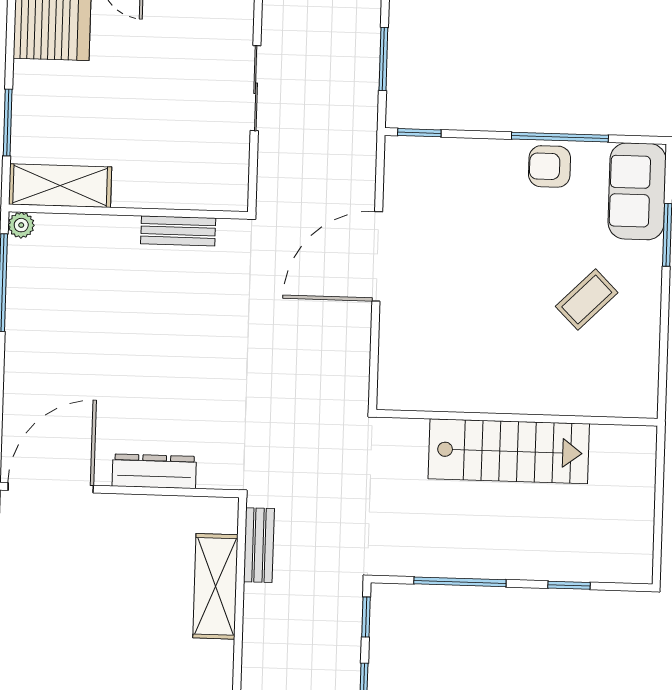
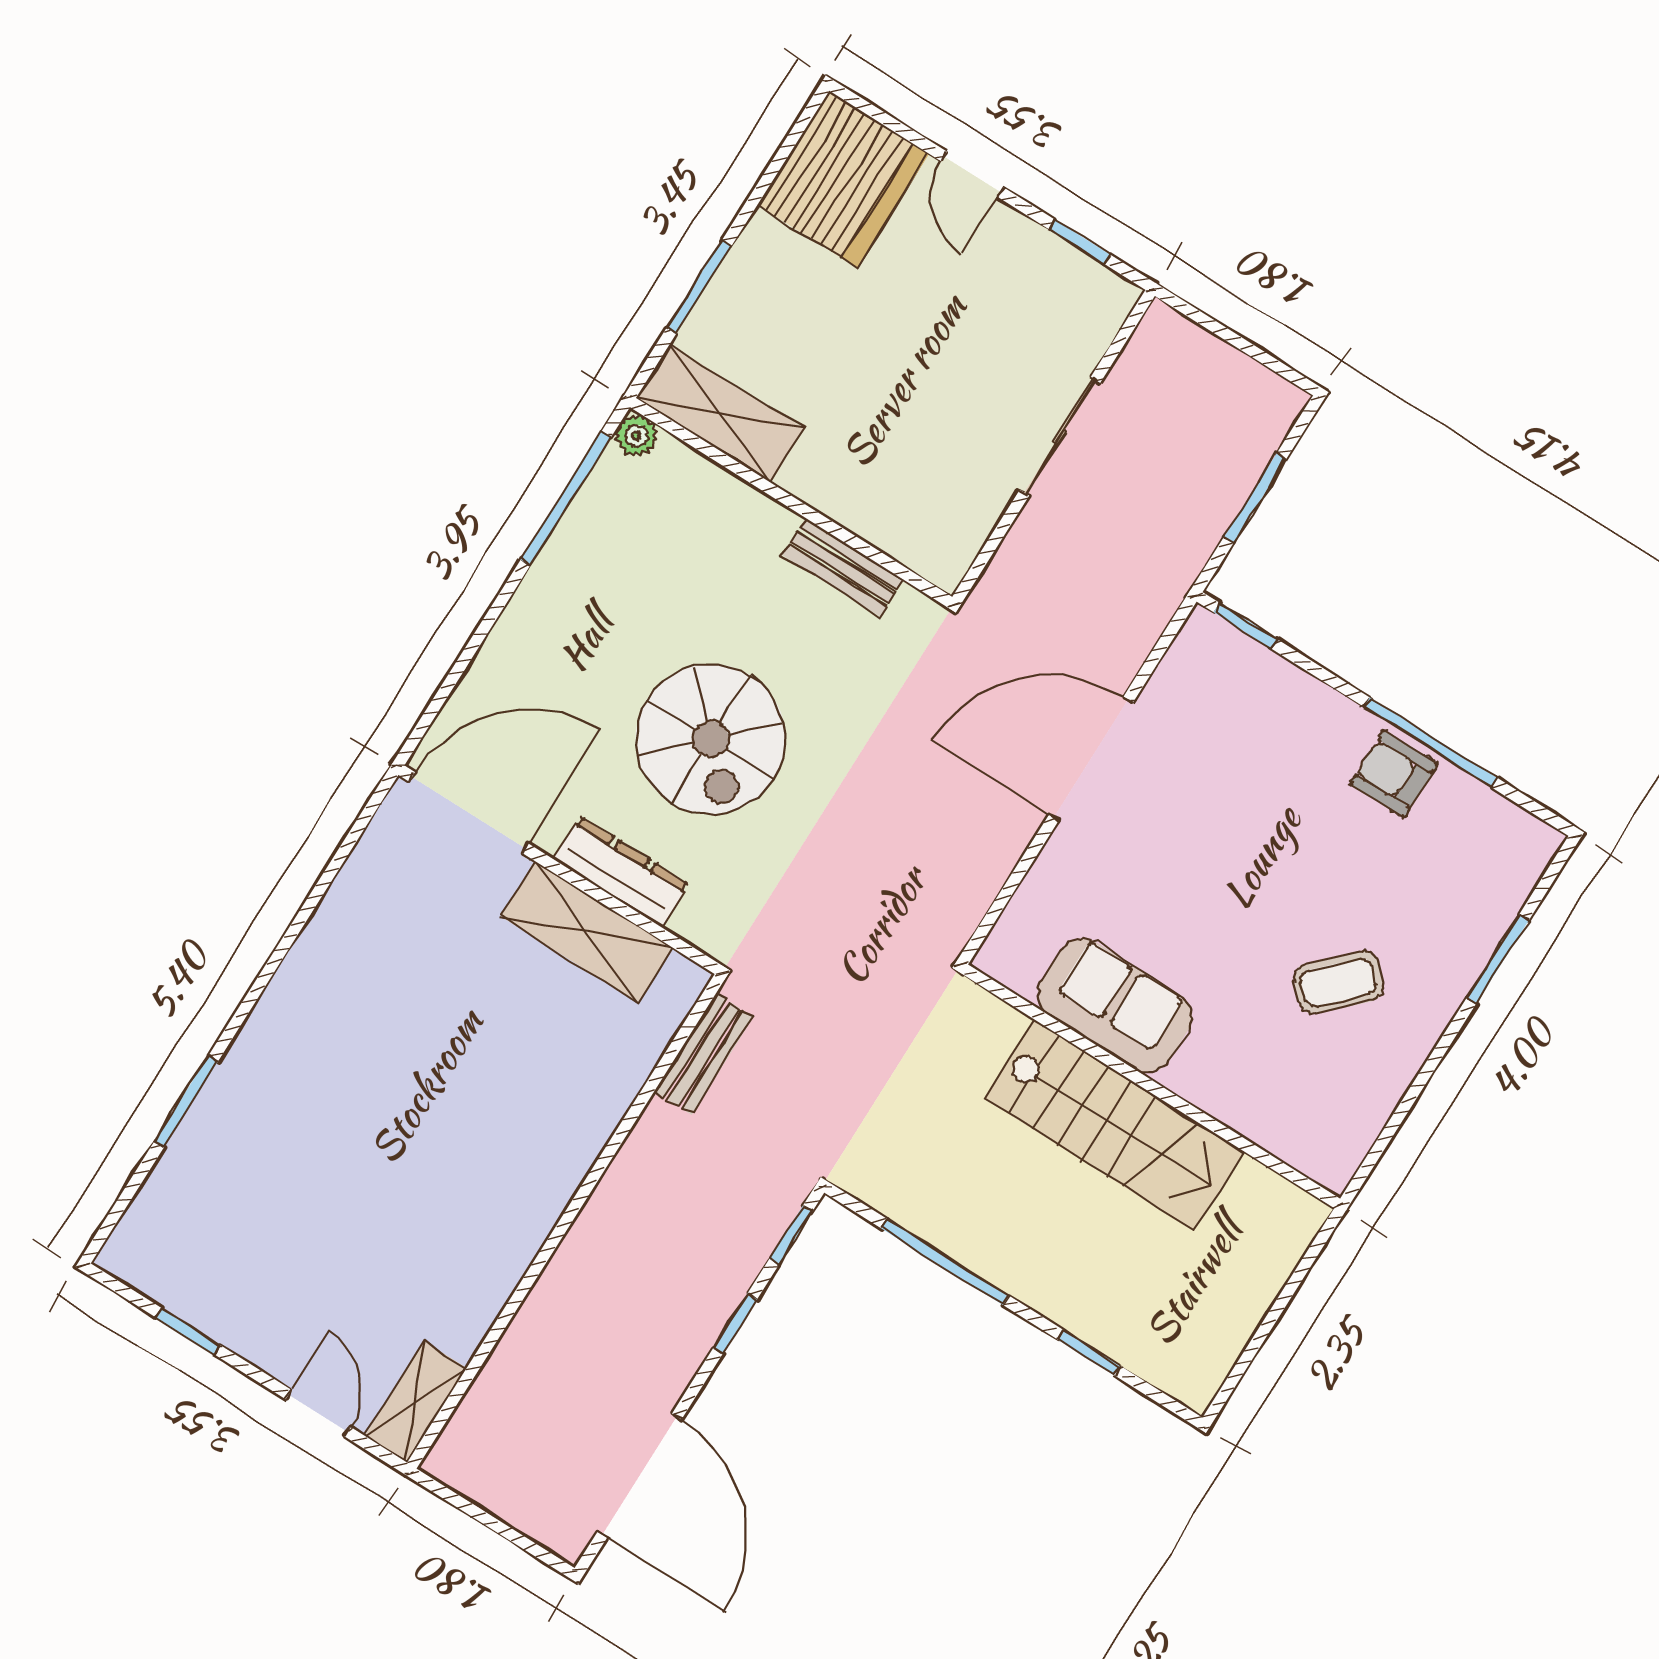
sofa: (637, 191) -> (1115, 1005), moved, turned 90
spiral stairs: (161, 369) -> (711, 739), added
shelving: (215, 586) -> (587, 932), moved, turned 90

